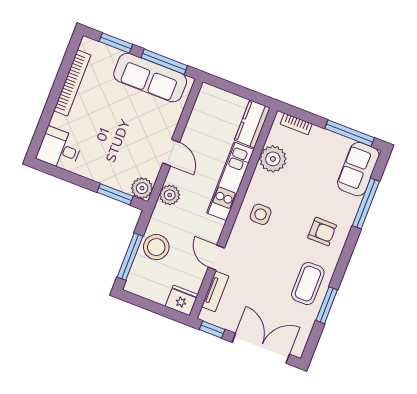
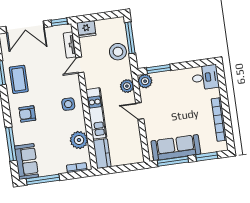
door: (216, 258) -> (80, 65), swing flipped

